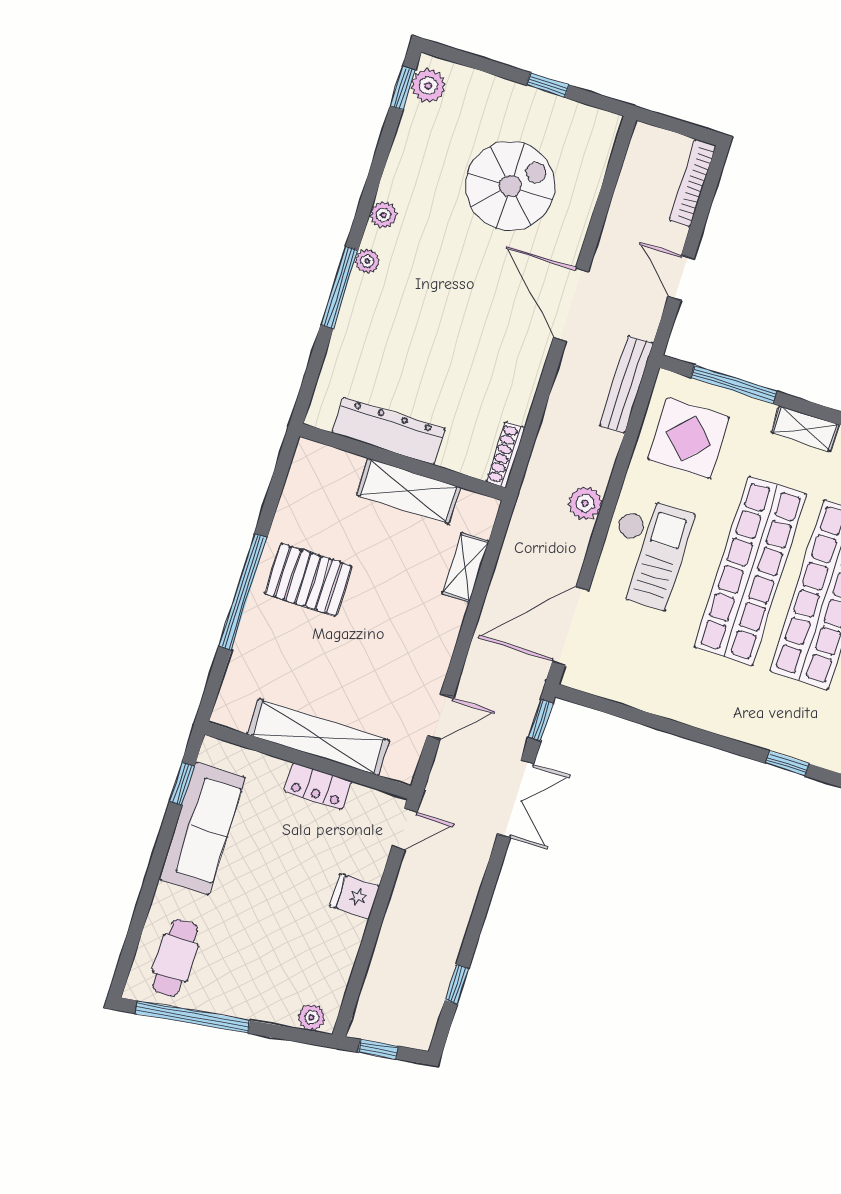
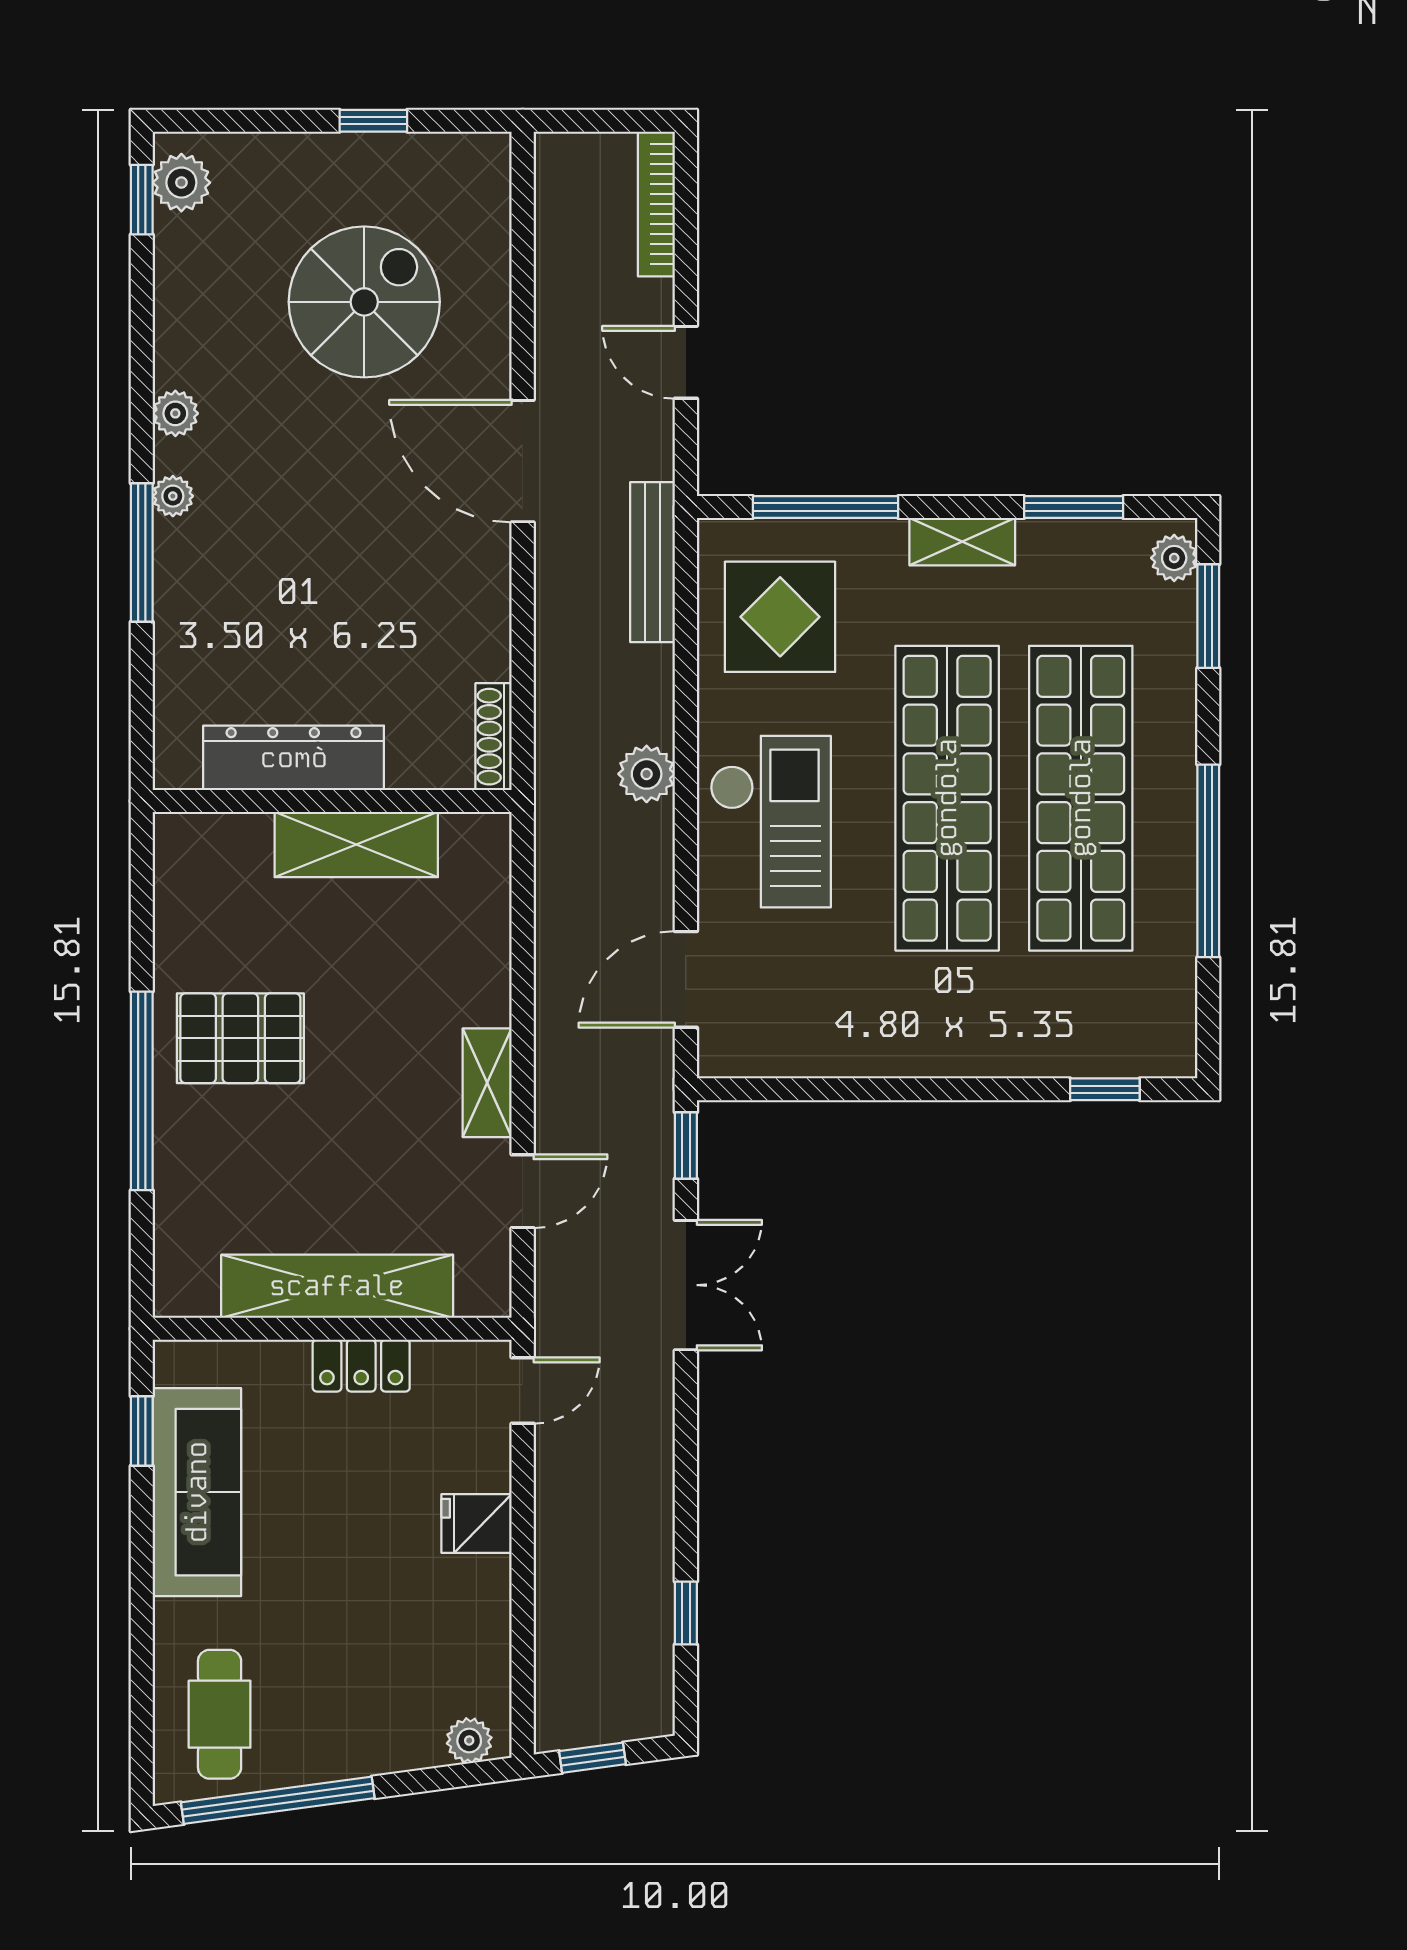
shelving: (466, 568) -> (487, 1083), moved
door: (570, 626) -> (686, 979), width x0.73

